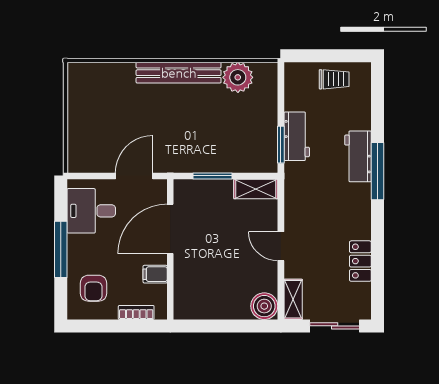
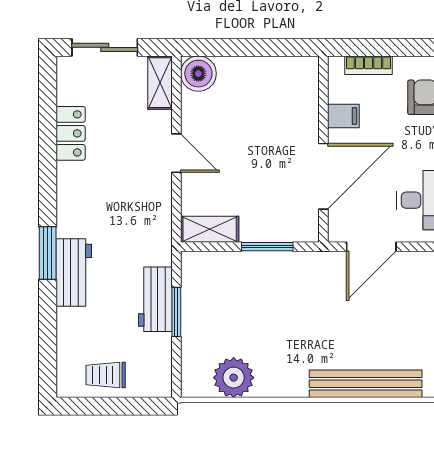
bench: (179, 73) -> (366, 384), moved
window: (281, 145) -> (176, 312), moved
window: (378, 171) -> (48, 253), width x0.69

